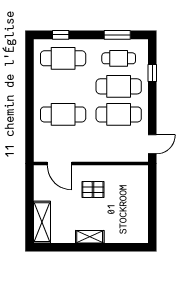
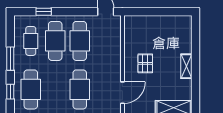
window: (117, 35) -> (10, 59), moved

